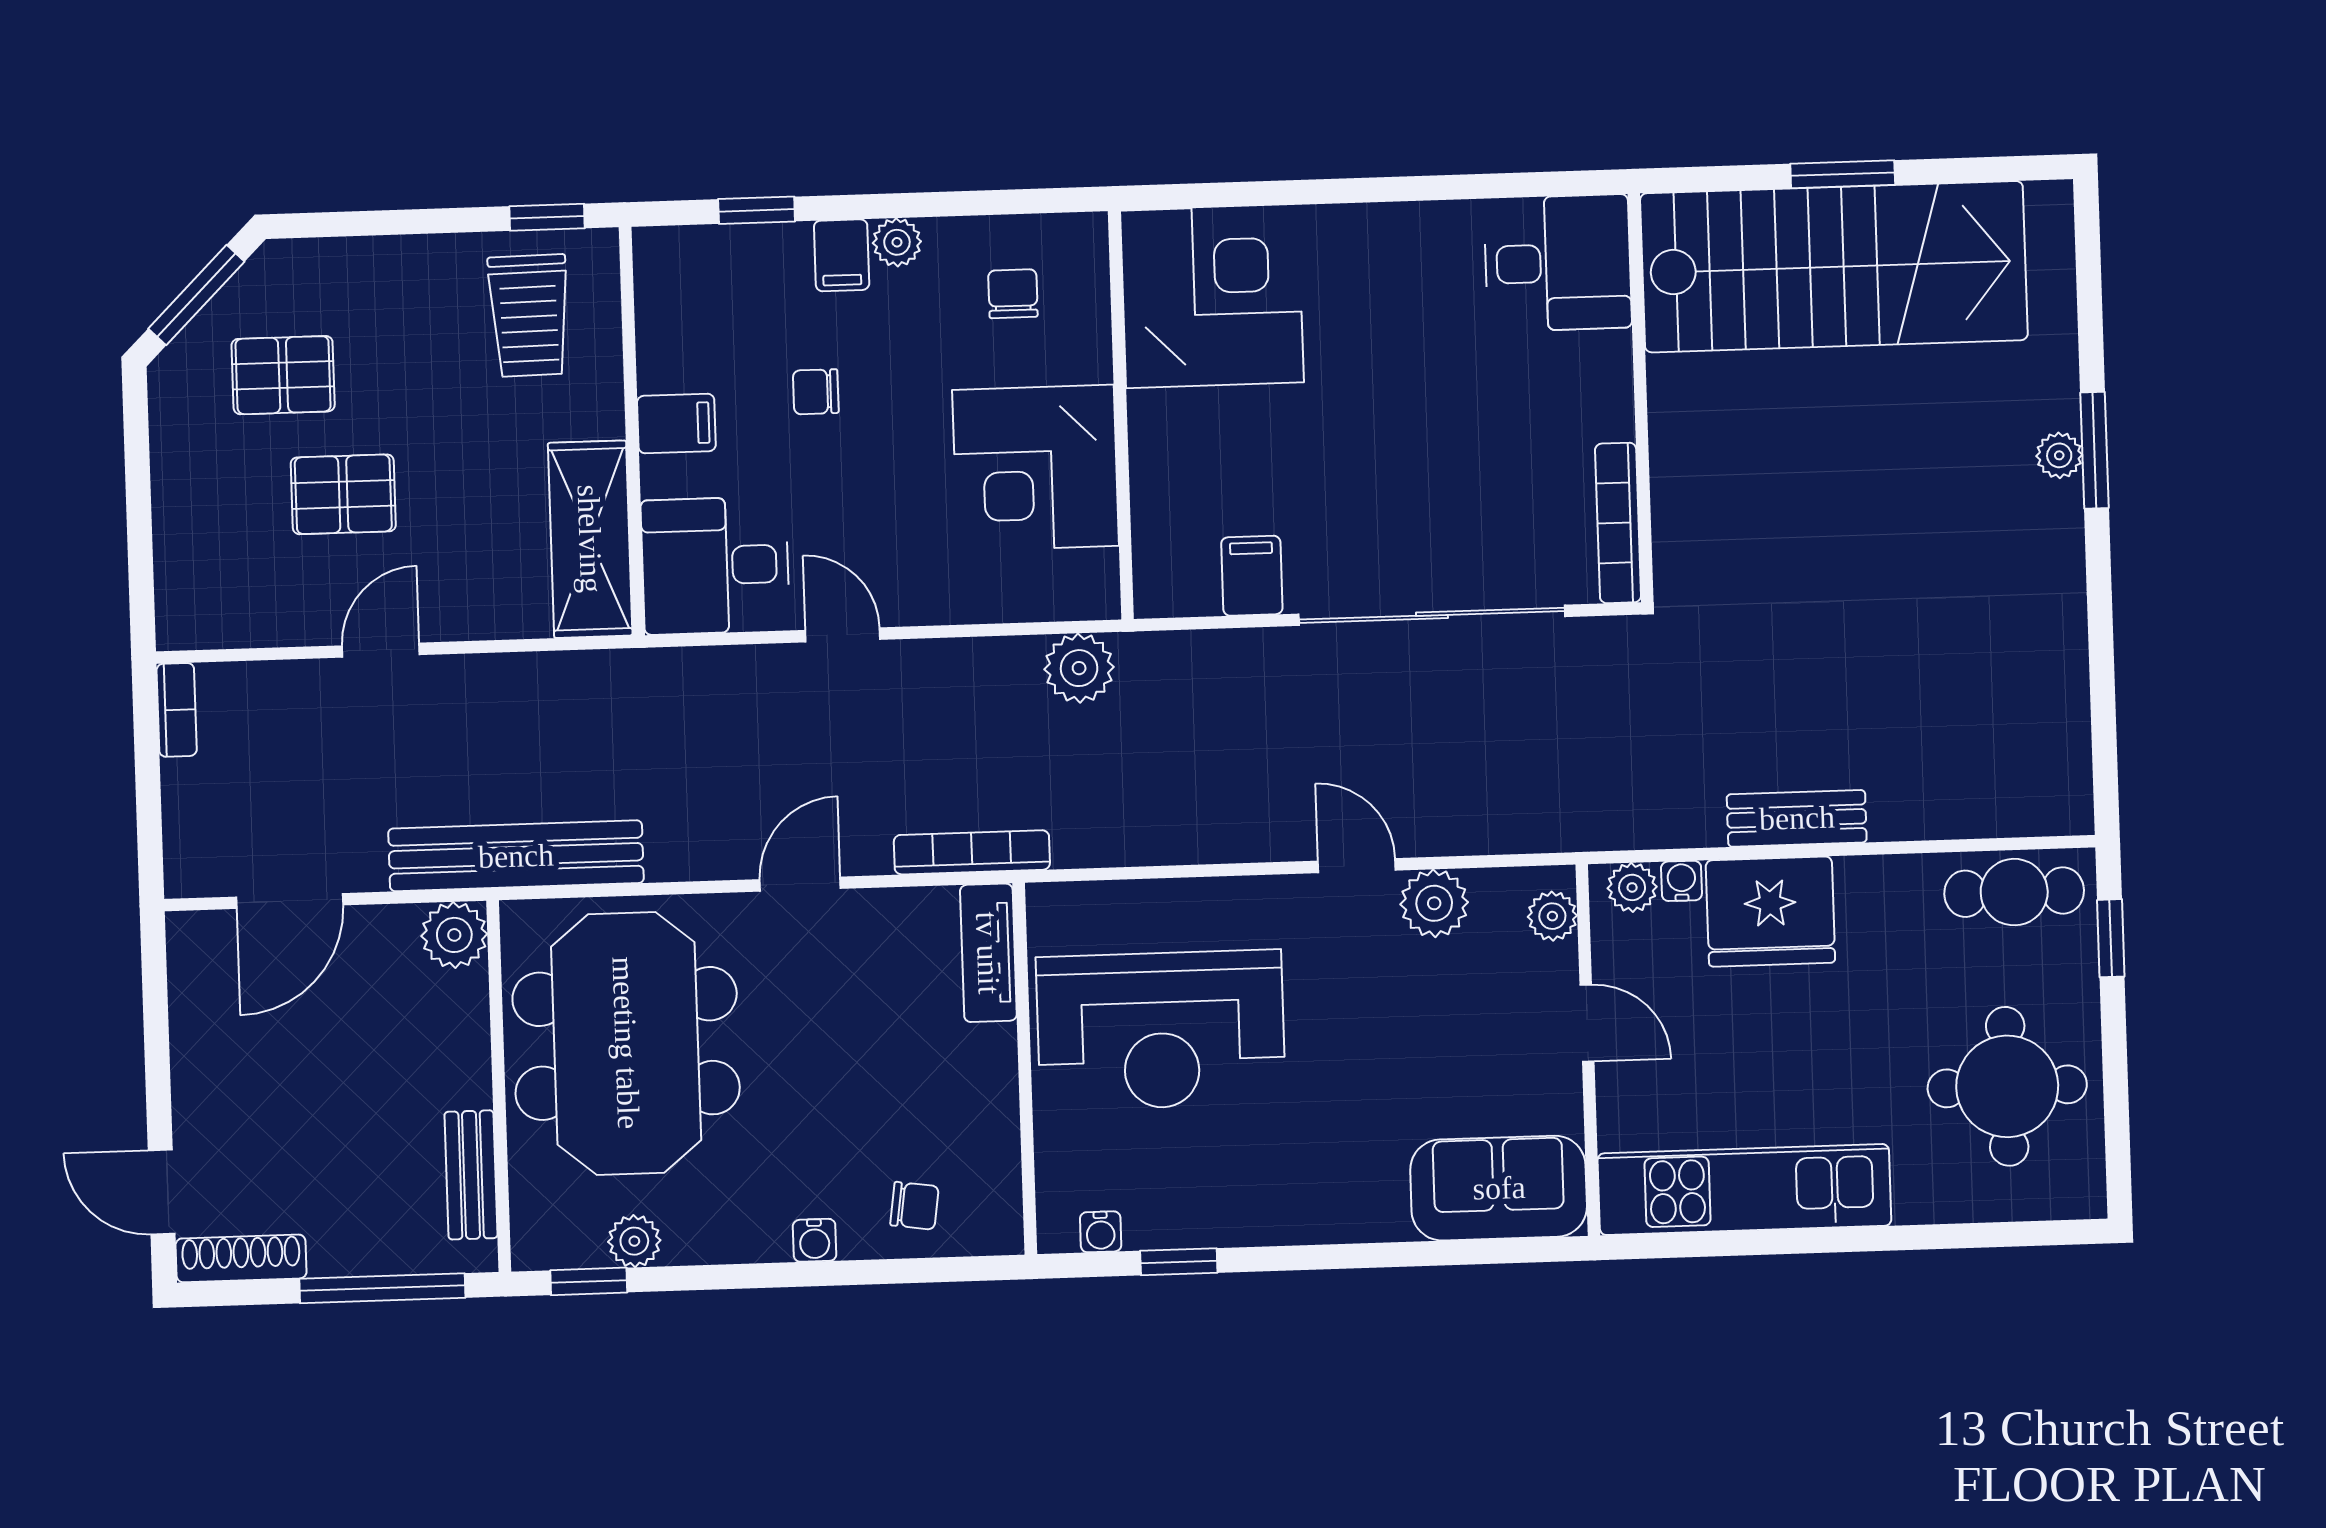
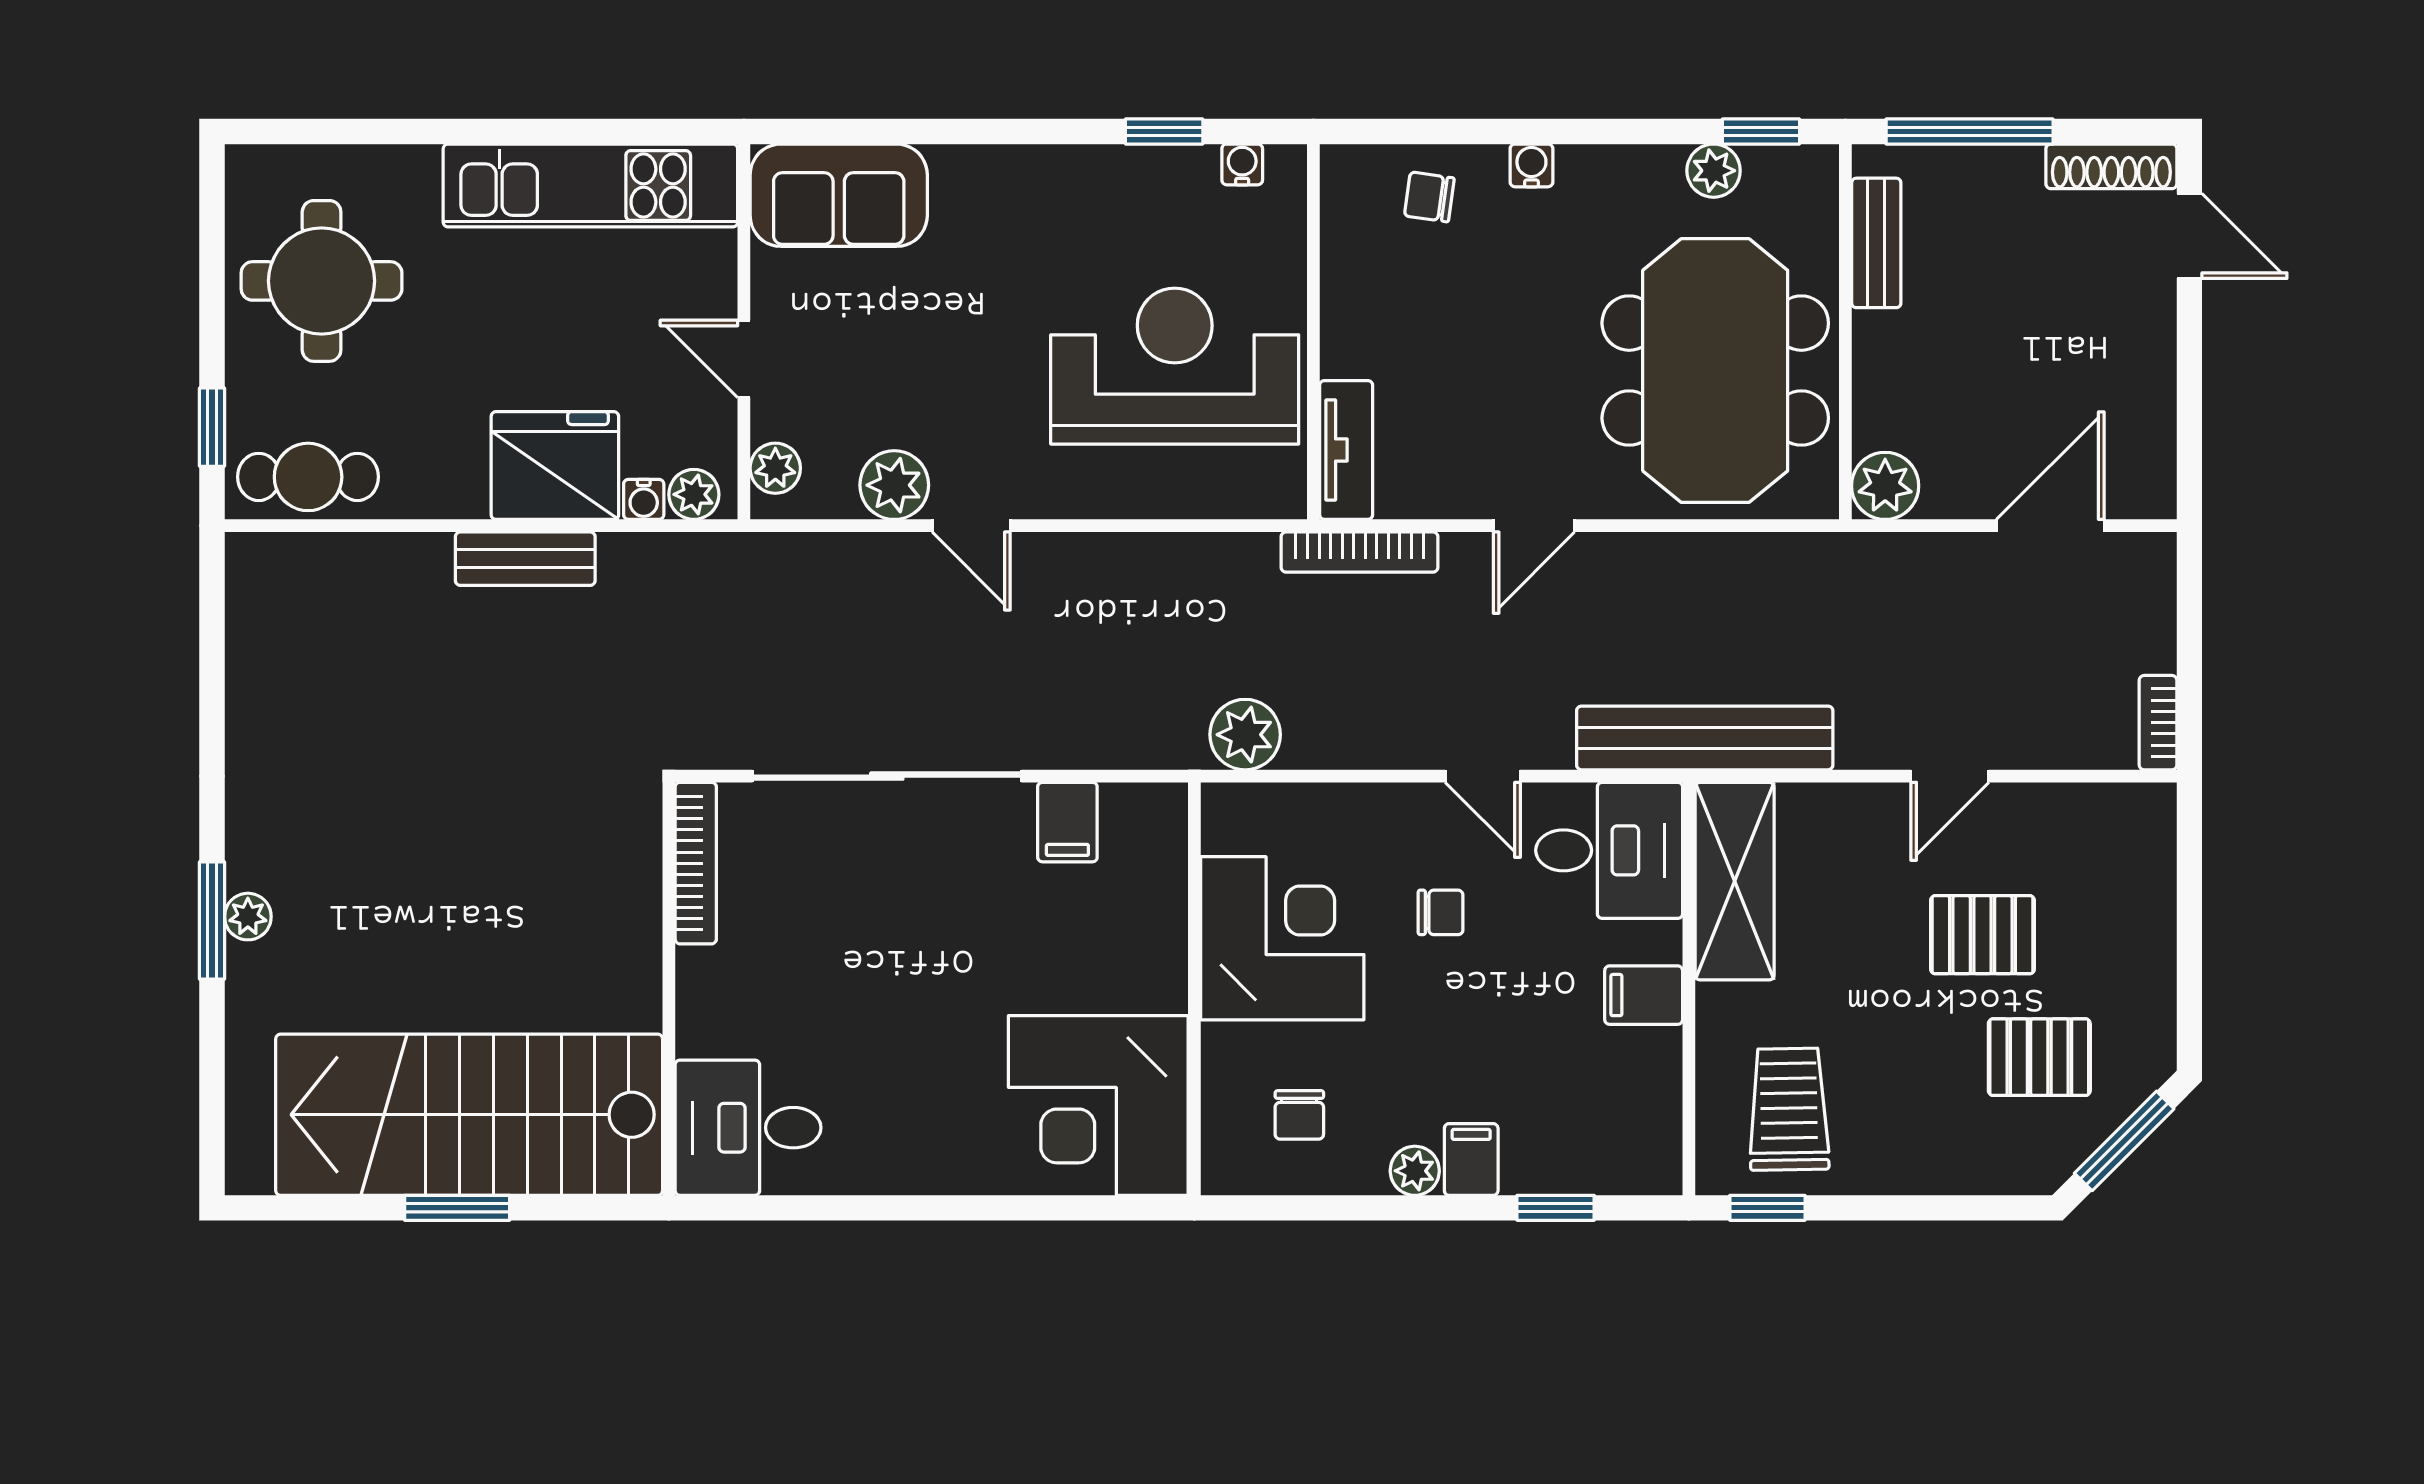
chair: (816, 392) -> (1441, 912), moved
bench: (516, 856) -> (1705, 738), moved

